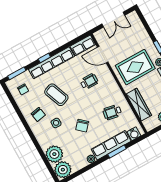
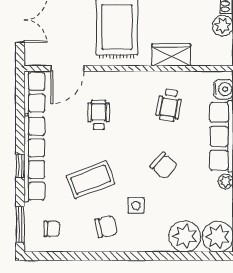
wardrobe: (139, 105) -> (171, 55), width x0.67

